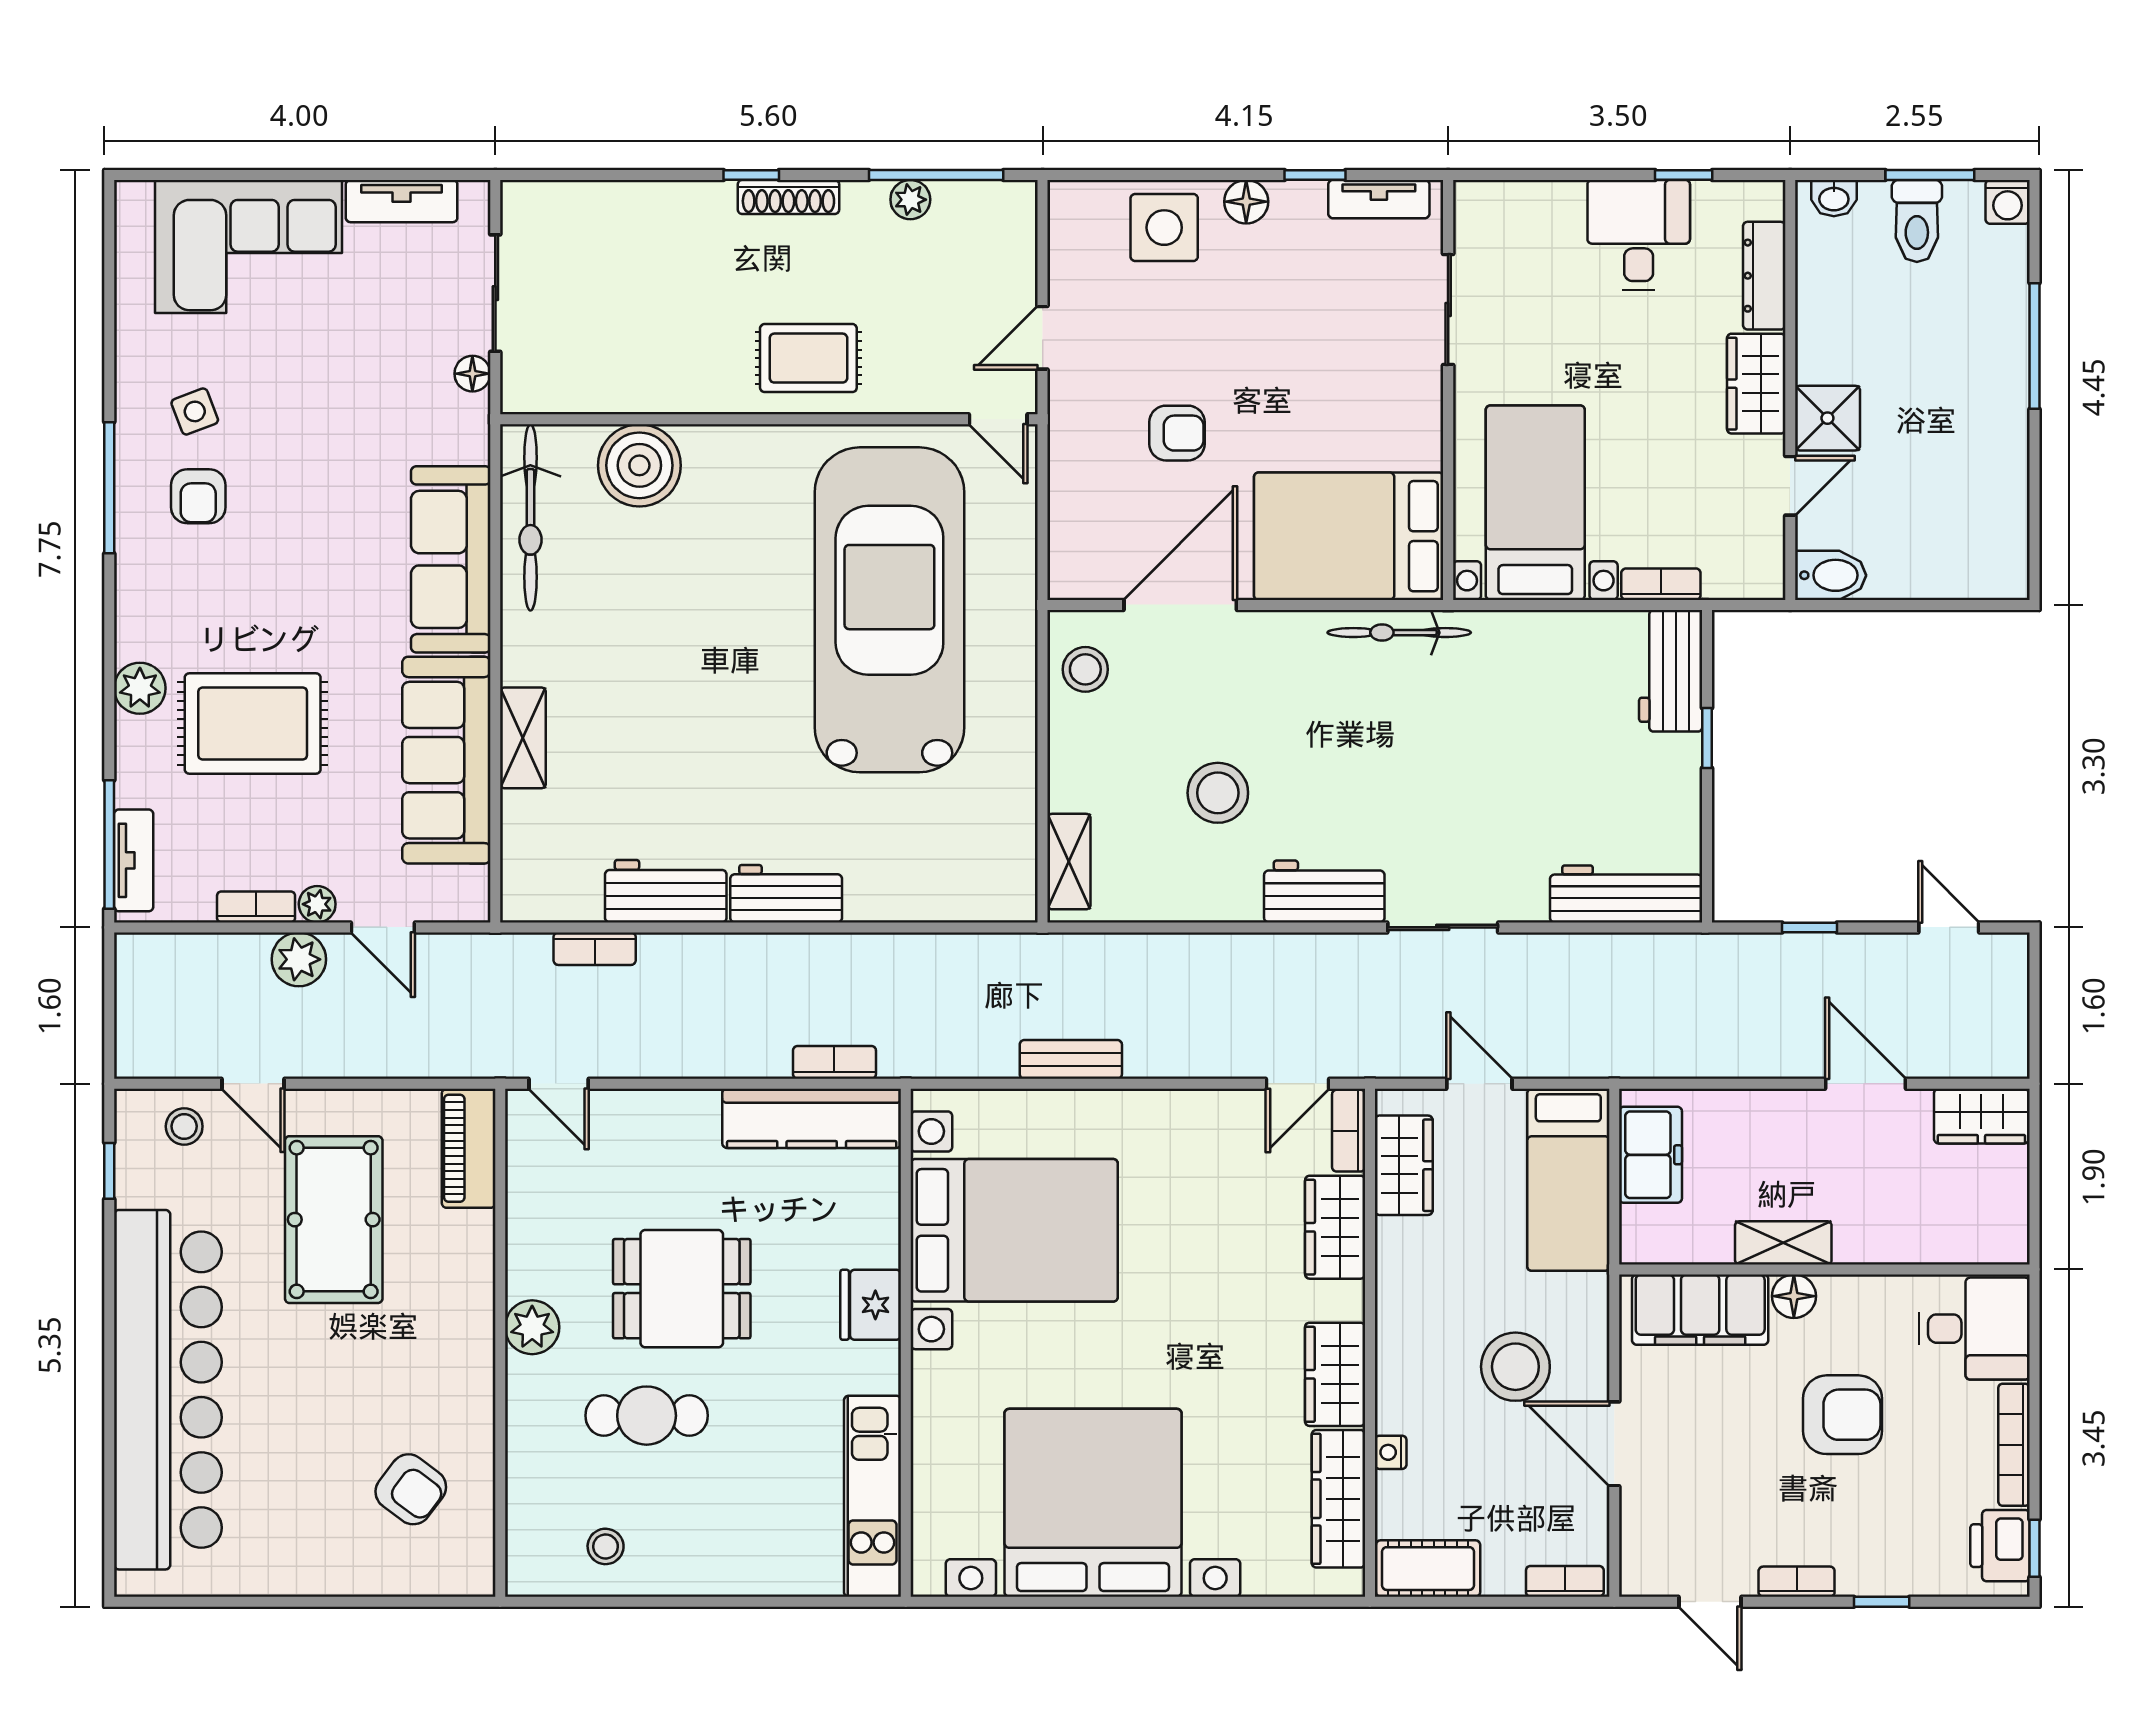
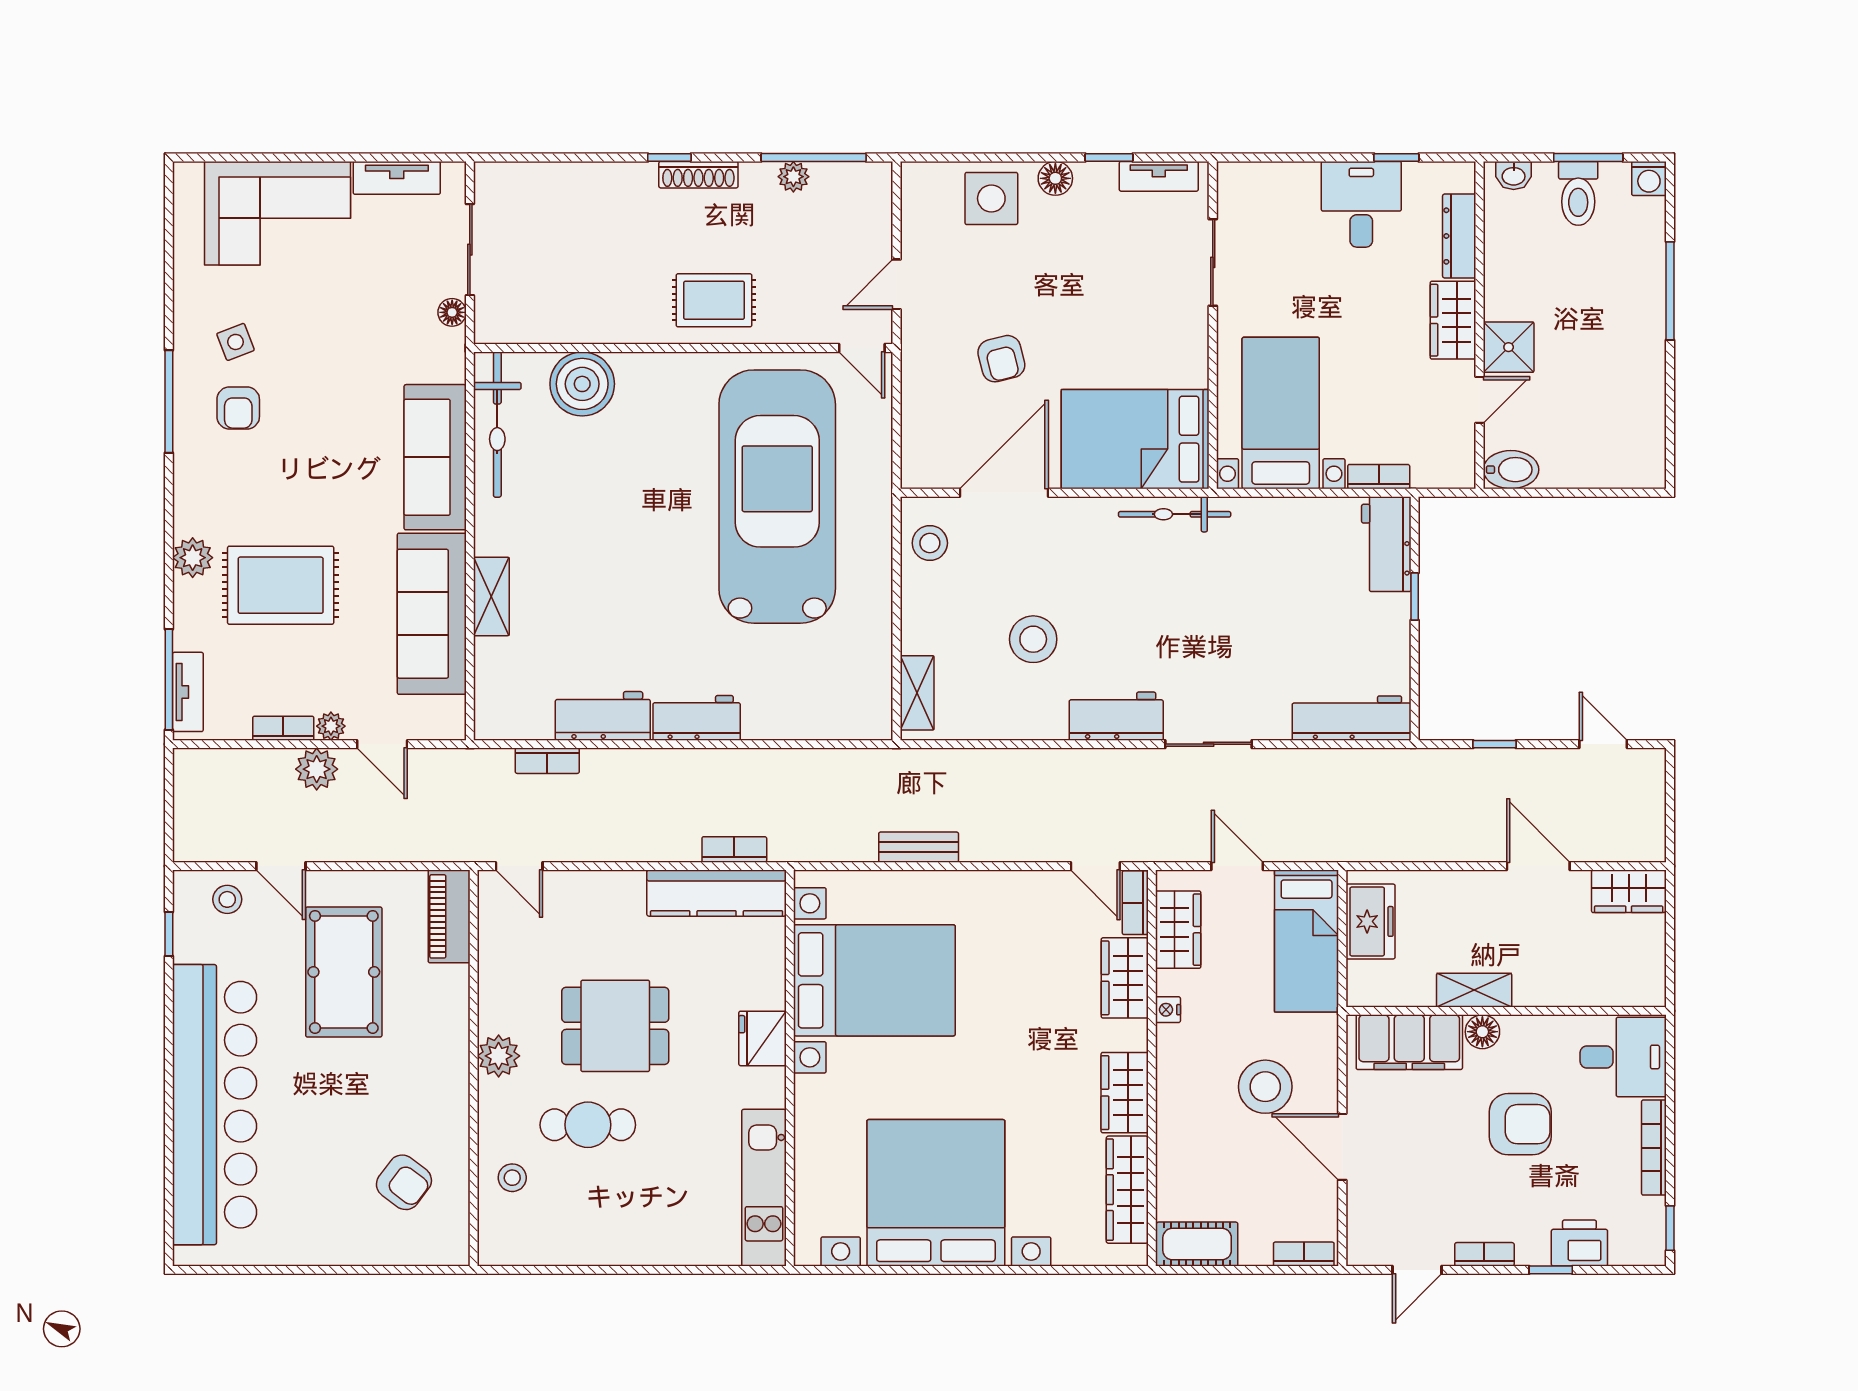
armchair: (1177, 433) -> (1001, 359), turned 76
door: (1298, 1084) -> (1095, 866), hinge flipped
nightstand: (1391, 1452) -> (1168, 1010), moved
stool: (606, 1546) -> (512, 1178), moved
printer: (2000, 1546) -> (1579, 1243), moved, turned 90
door: (1710, 1602) -> (1417, 1270), hinge flipped

